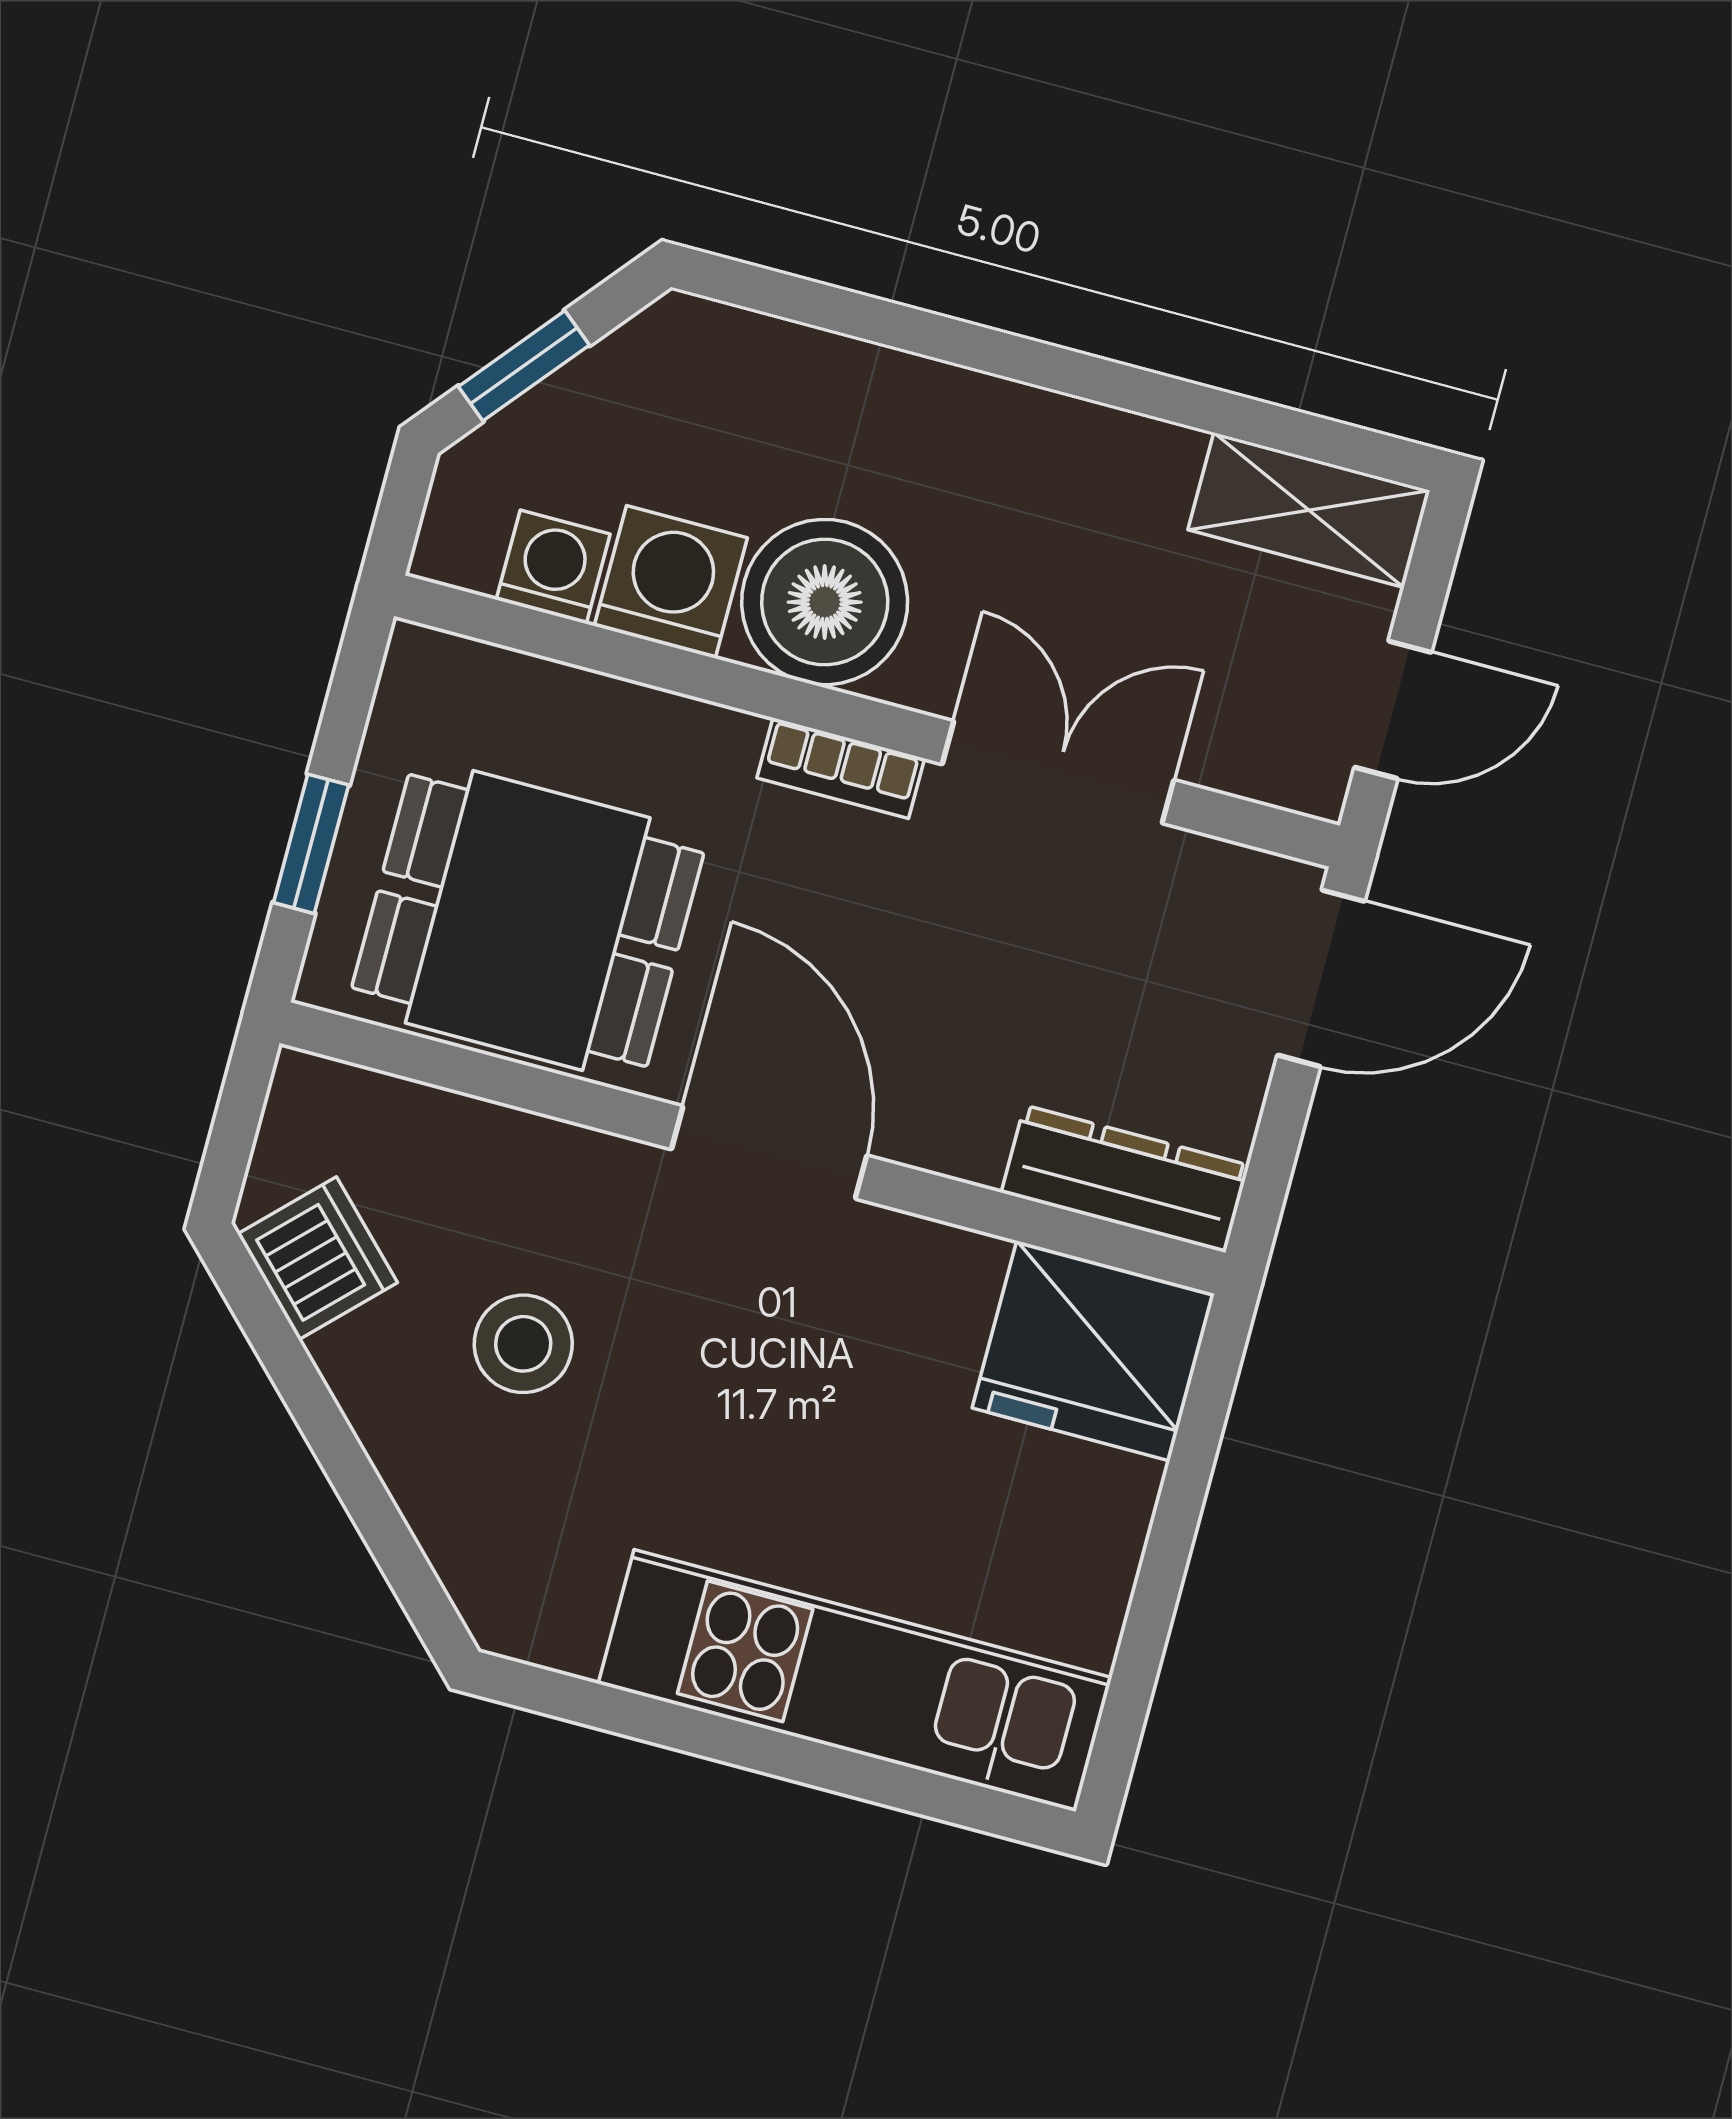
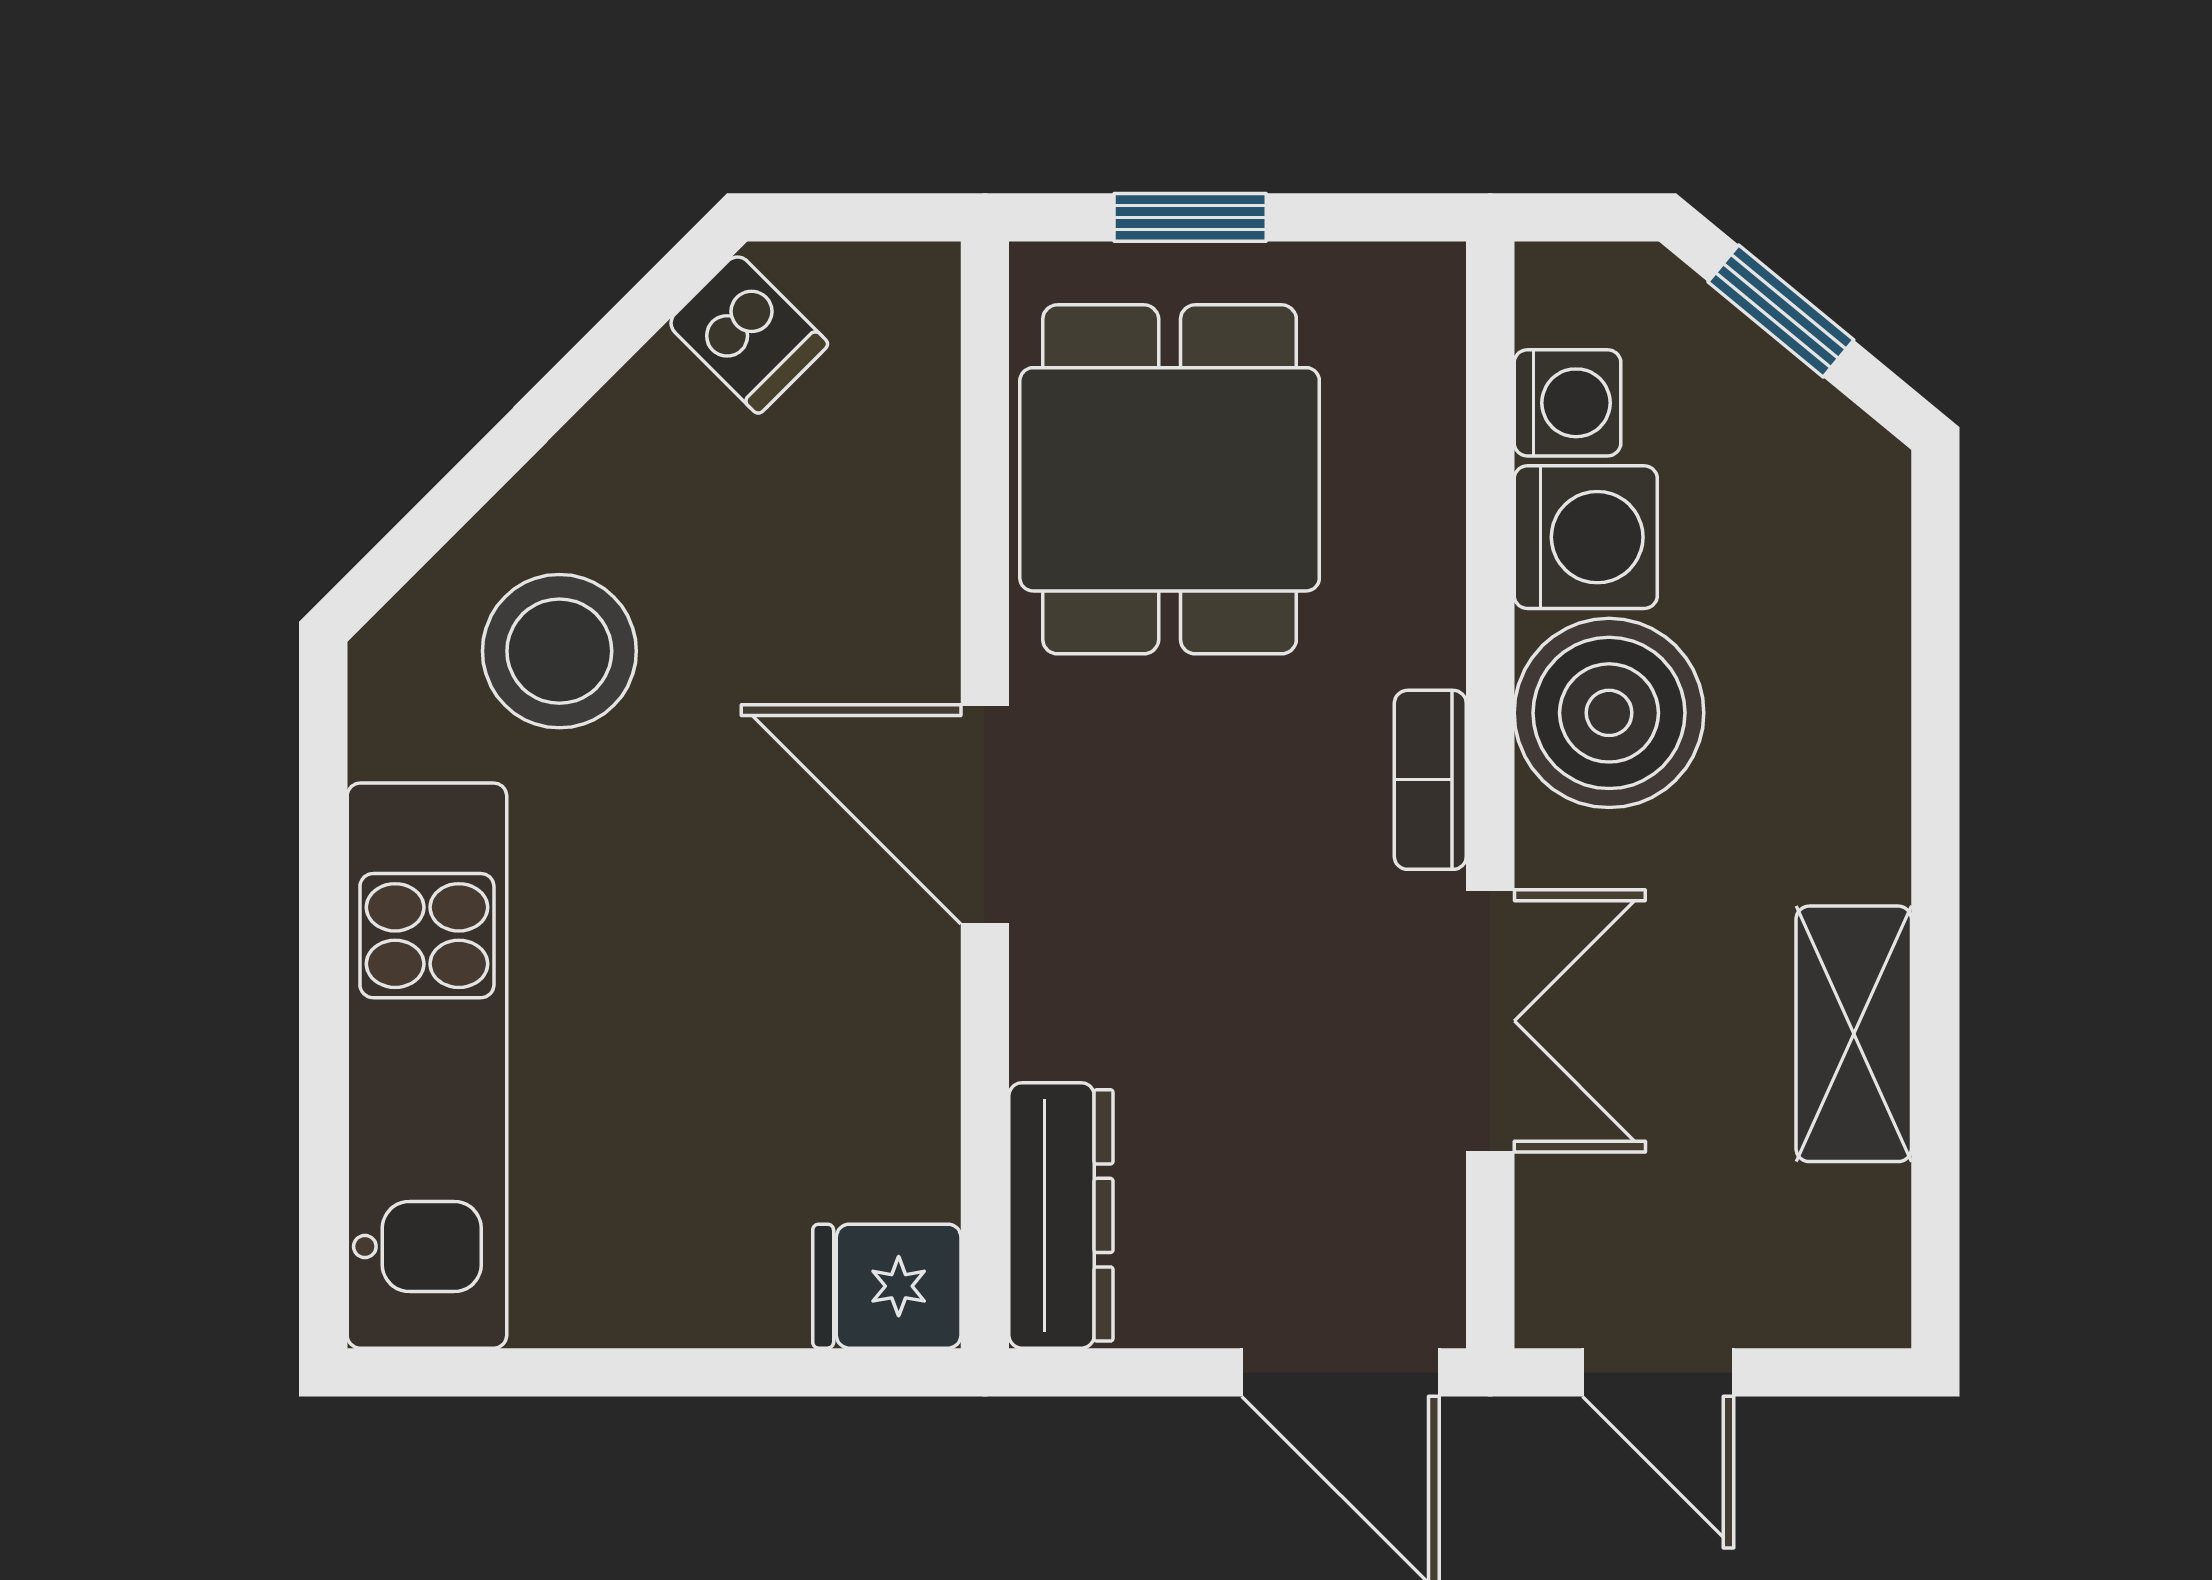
shelving: (1309, 510) -> (1854, 1034), moved
door: (769, 1152) -> (985, 814), swing flipped
dishwasher: (318, 1258) -> (748, 334), width x0.73
stool: (523, 1344) -> (559, 651), moved, width x1.38, depth x1.38
fridge: (1093, 1351) -> (887, 1286), width x0.53, depth x0.75

